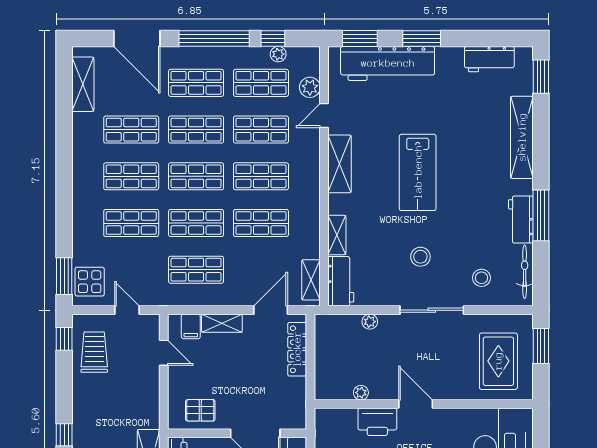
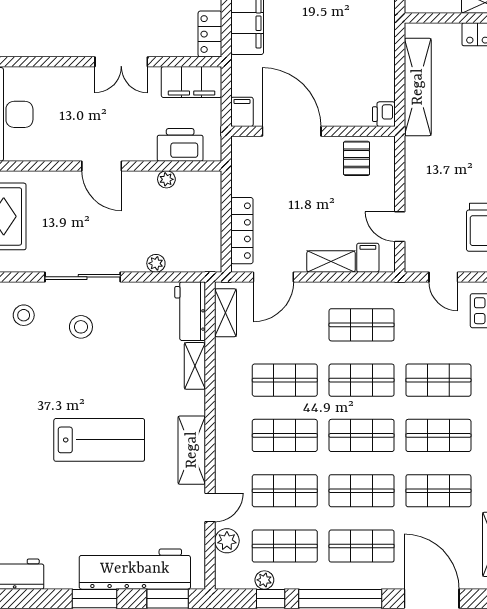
lab bench: (418, 172) -> (99, 440), turned 90
stool: (420, 257) -> (81, 327), moved
pallet: (200, 410) -> (357, 158), turned 90
printer: (377, 422) -> (180, 145), moved

